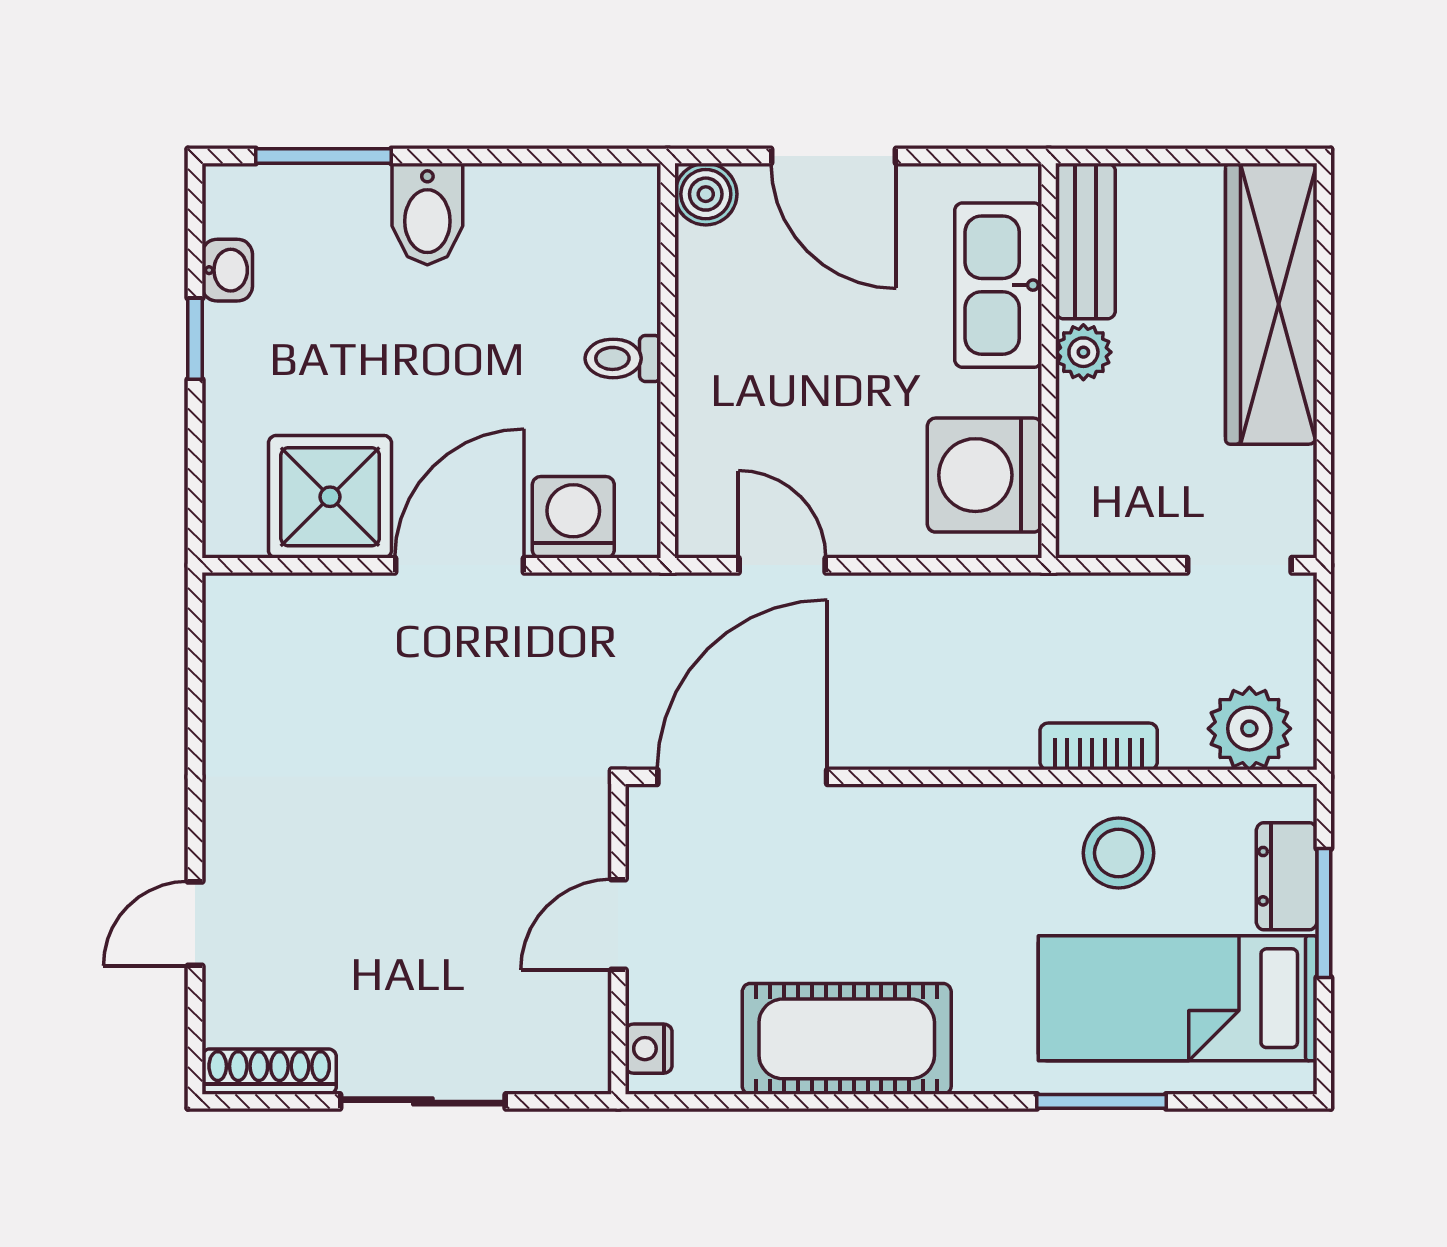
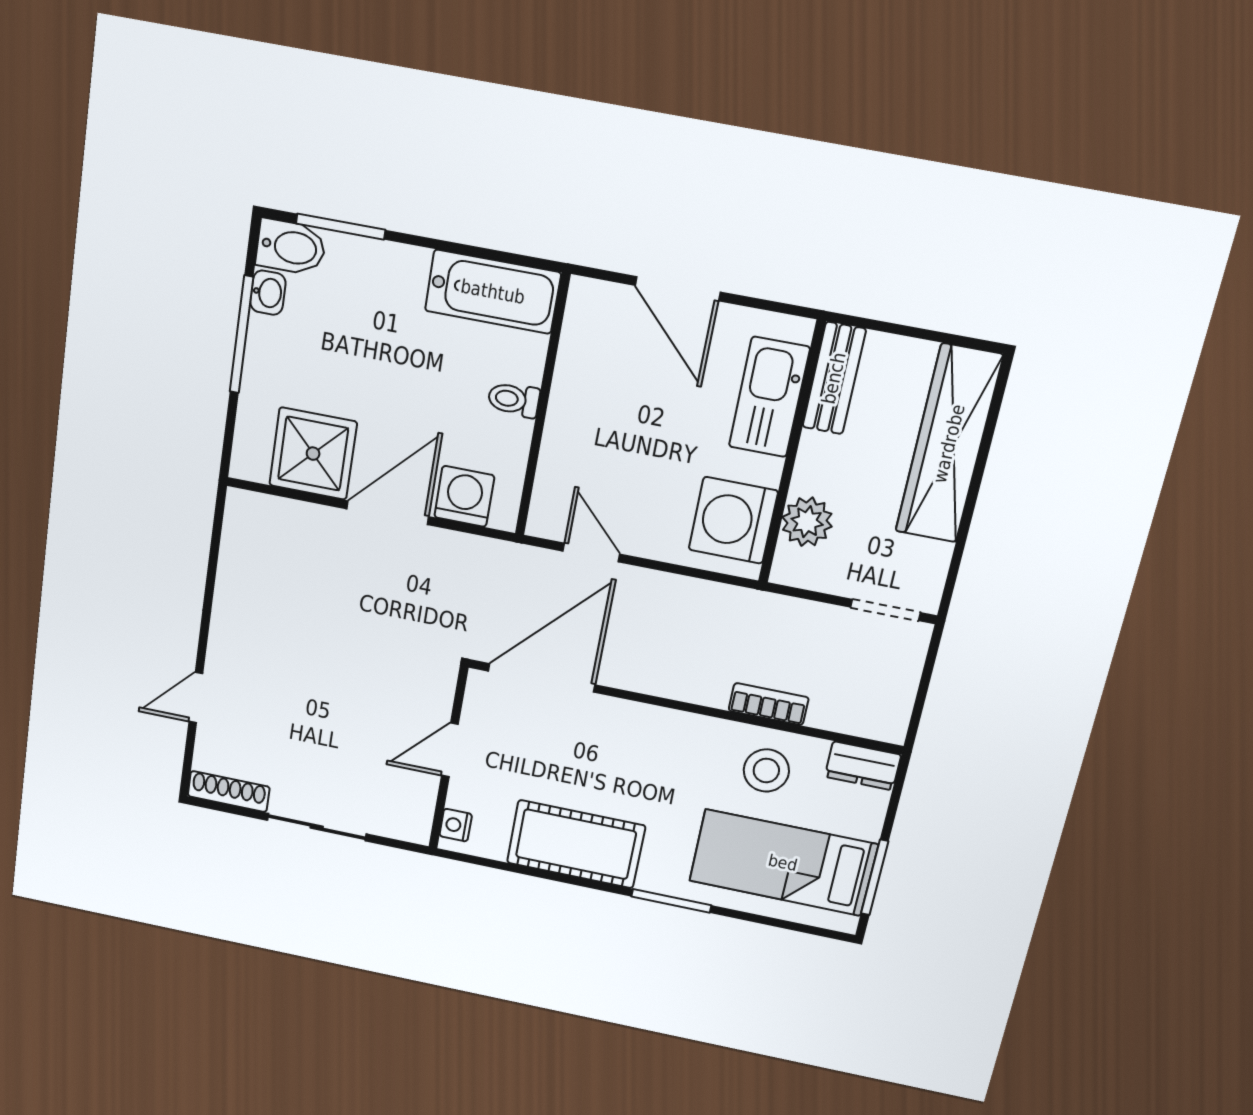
boiler: (706, 194) -> (588, 299), removed
bathtub: (564, 208) -> (493, 292), added
bidet: (427, 214) -> (291, 247), moved, turned -90
window: (195, 339) -> (242, 335), width x2.17
plant: (1083, 352) -> (807, 522), moved, width x1.38, depth x1.38
plant: (1249, 729) -> (867, 712), removed
dresser: (1287, 876) -> (863, 766), moved, turned -90
window: (1324, 913) -> (875, 877), moved
window: (1102, 1101) -> (671, 901), moved

